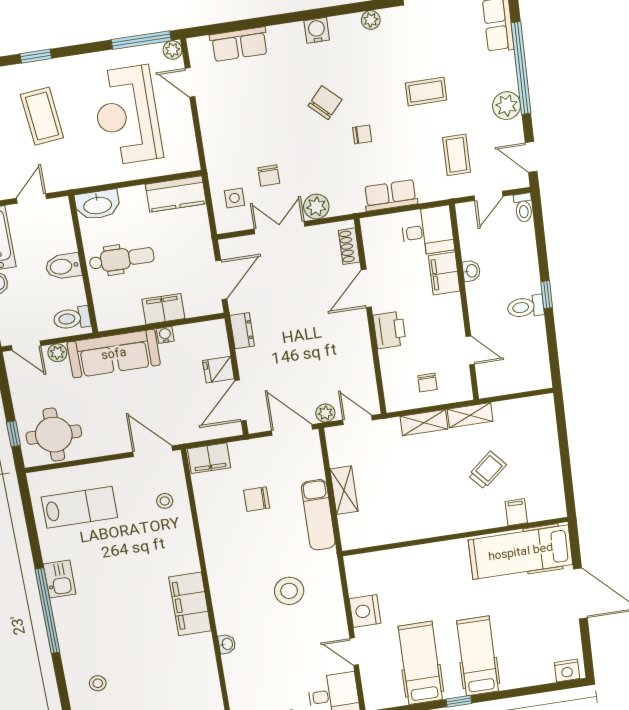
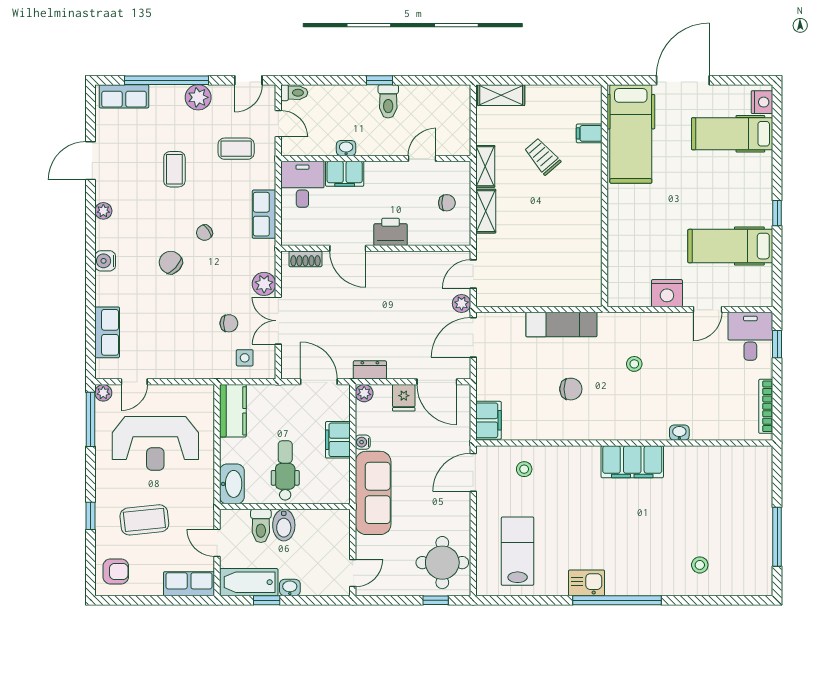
chair: (362, 134) -> (204, 233), turned -125
toilet: (72, 318) -> (261, 526), moved
plant: (57, 353) -> (364, 393), moved
shelving: (344, 490) -> (501, 95), moved
chair: (257, 499) -> (571, 389), moved, turned -90
stool: (289, 591) -> (634, 364), width x0.53, depth x0.53
hospital bed: (478, 656) -> (732, 134), moved

